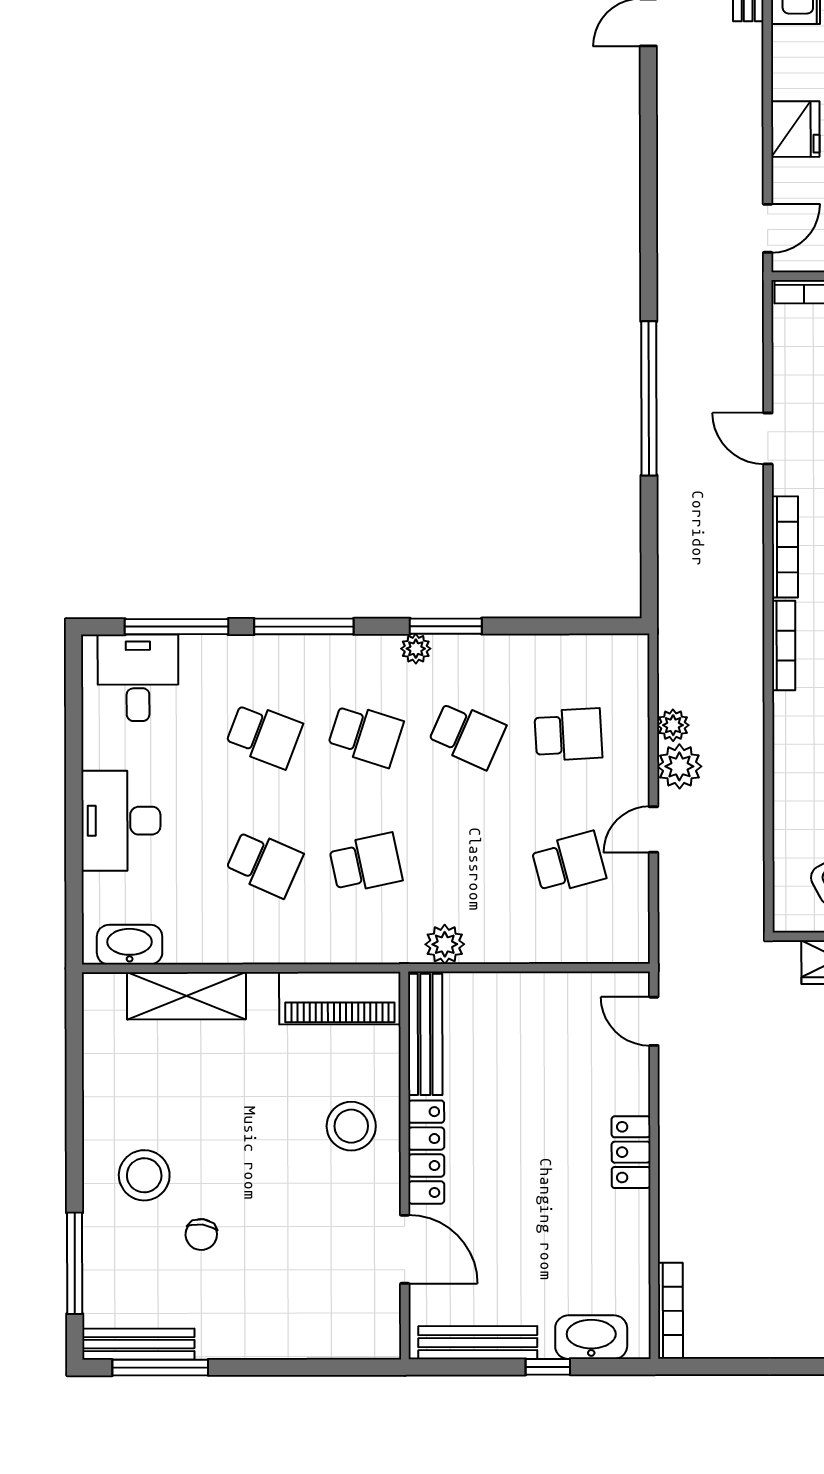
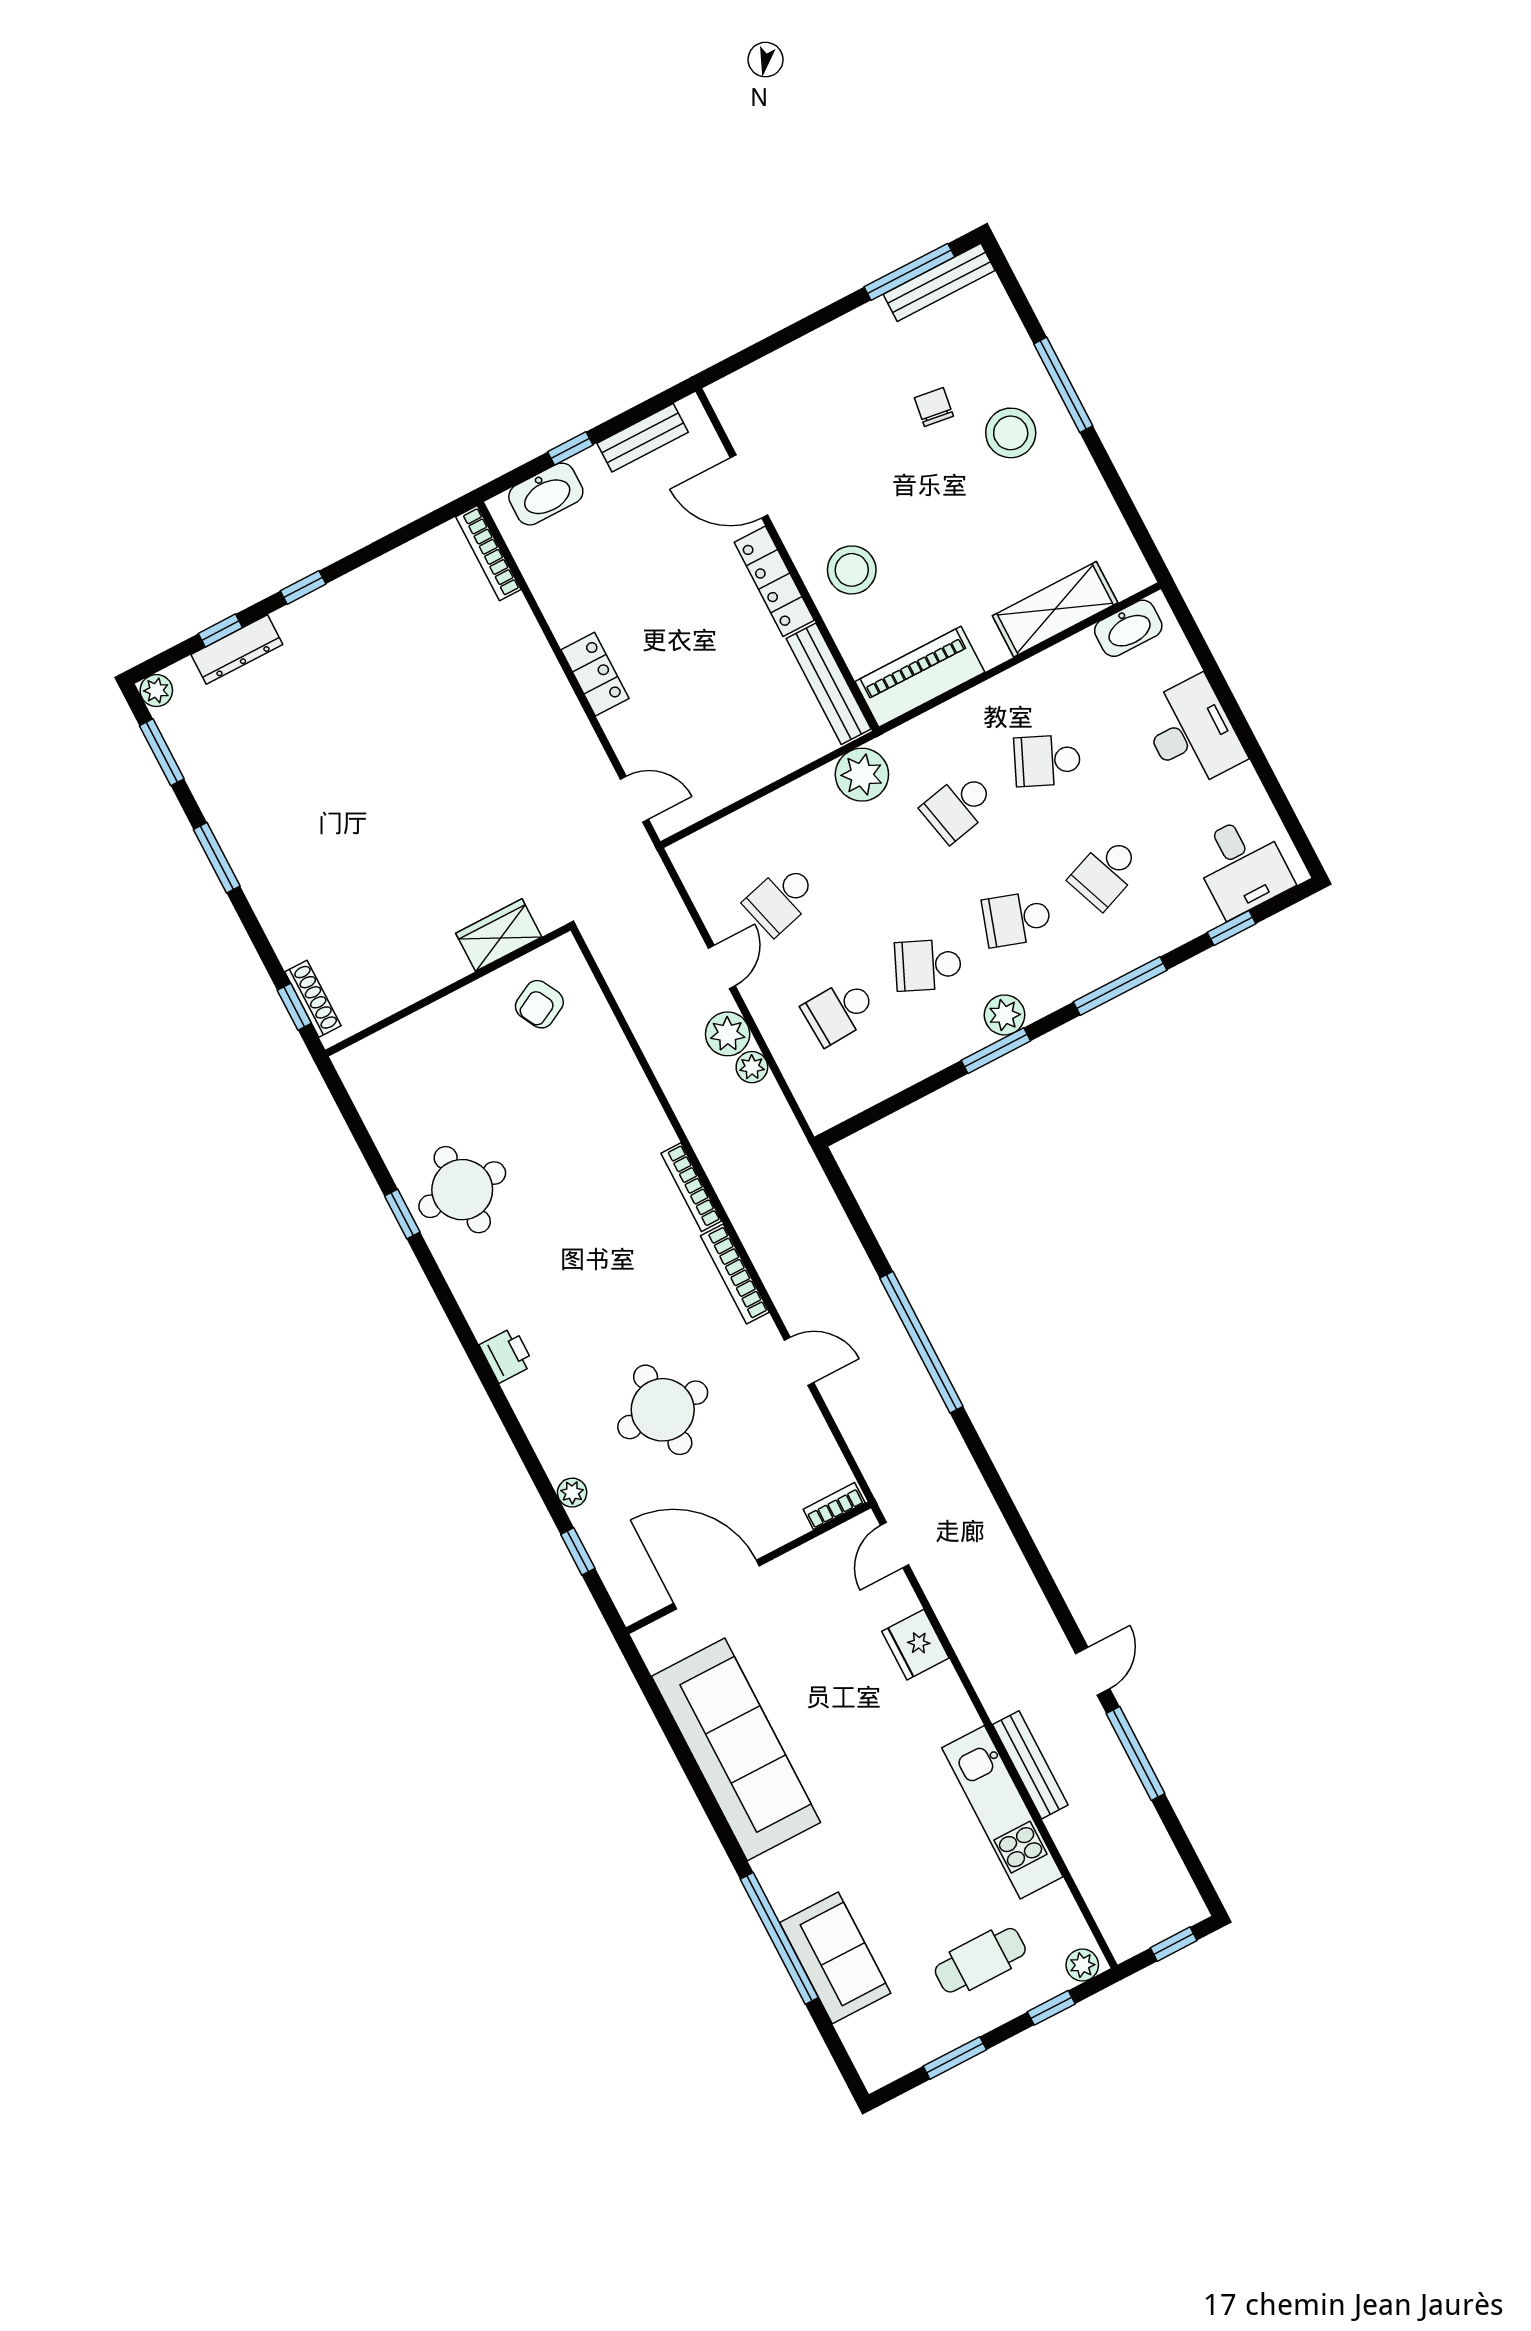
window: (177, 627) -> (1231, 928), width x0.46
plant: (416, 649) -> (1005, 1015), width x1.38, depth x1.38
school desk: (264, 735) -> (1106, 873), turned -42
plant: (445, 944) -> (862, 775), width x1.36, depth x1.36
window: (75, 1263) -> (1063, 385), moved
bench: (478, 1343) -> (643, 438), width x0.73

